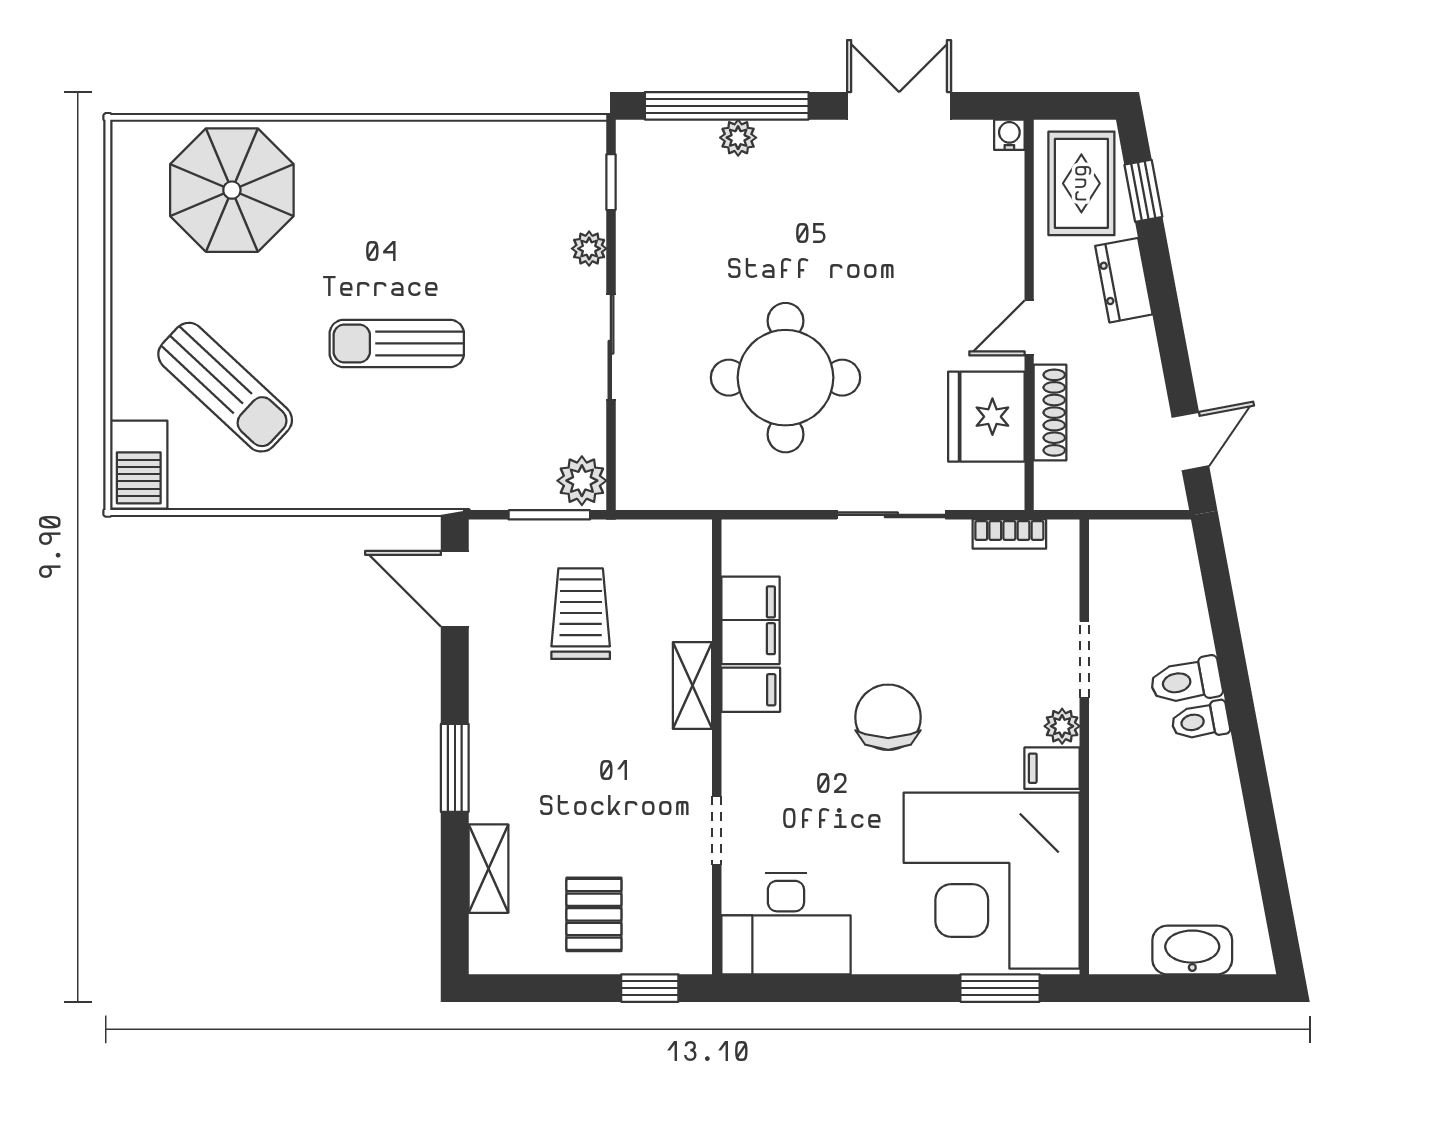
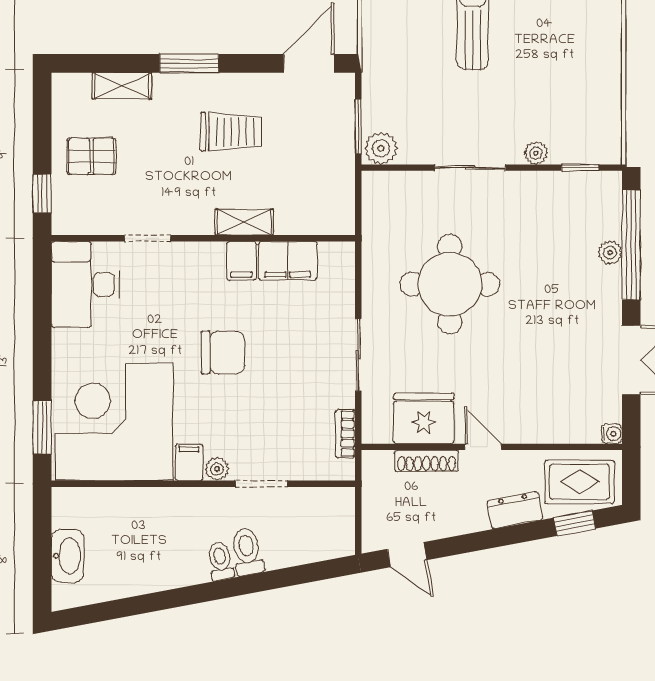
trolley: (581, 614) -> (231, 132), moved

